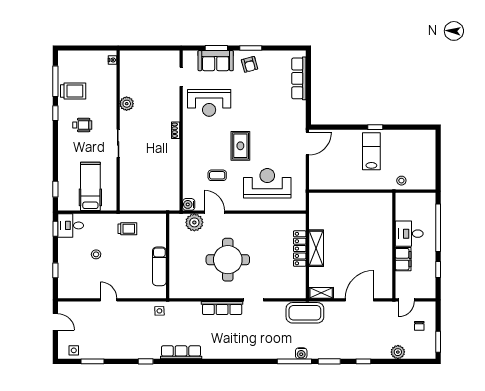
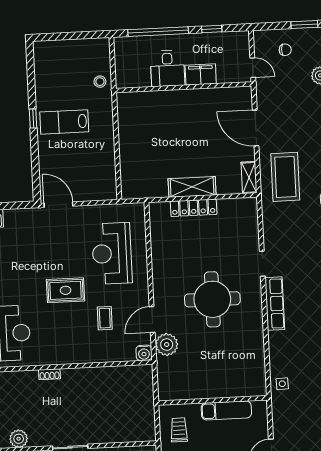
wall: (168, 256) -> (213, 400), moved
exam couch: (159, 266) -> (226, 410), moved
coffee table: (305, 313) -> (285, 177), moved

